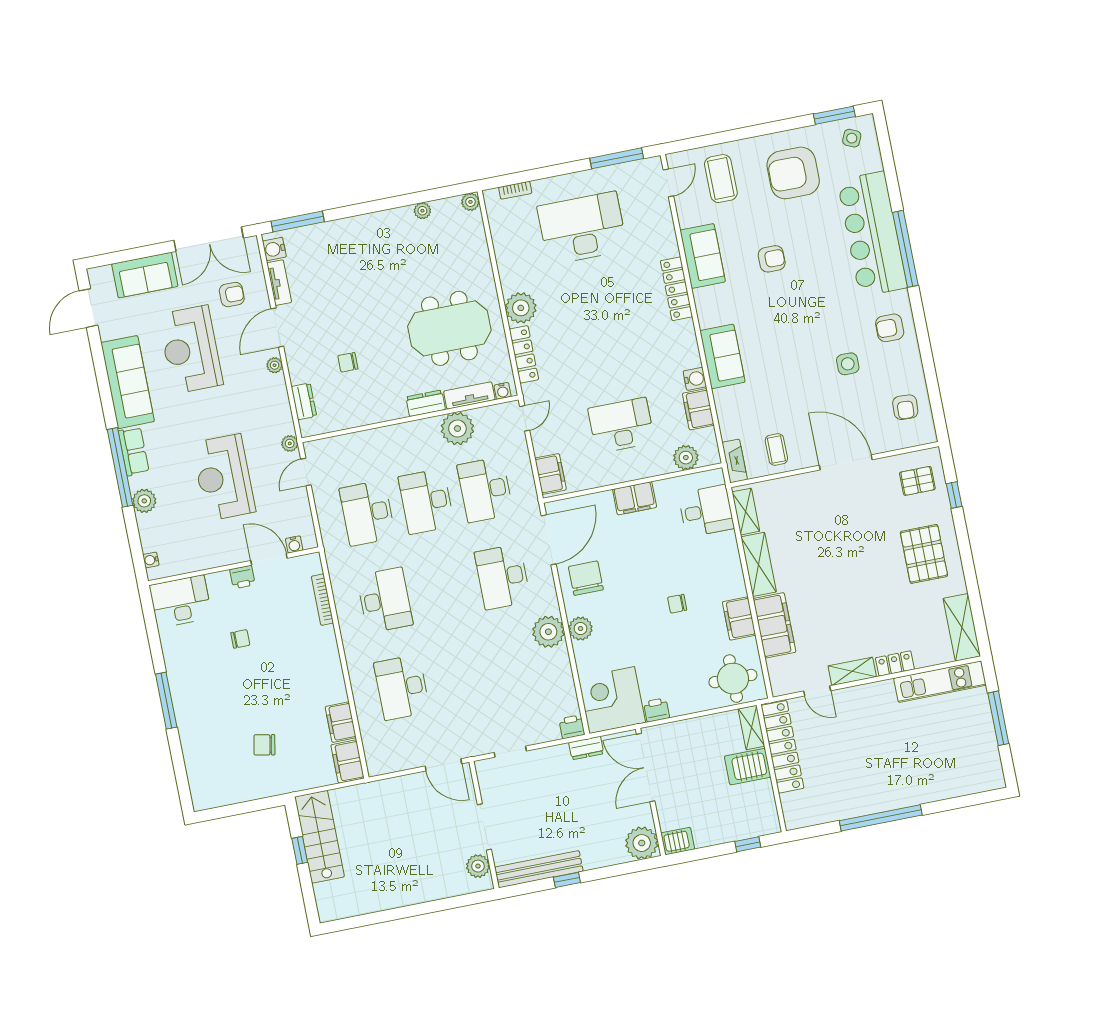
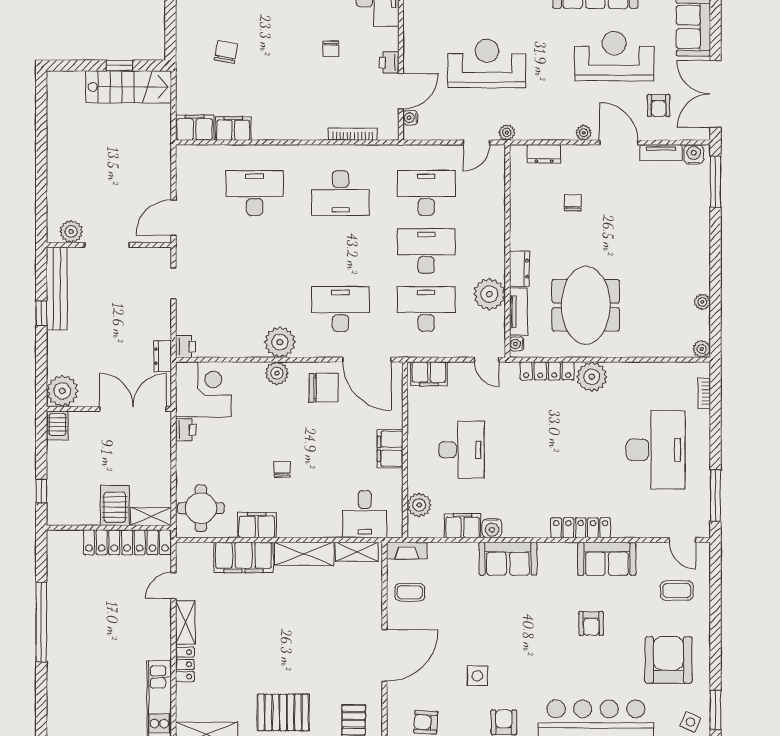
coffee table: (721, 179) -> (677, 590), width x0.73, depth x0.77
door: (306, 472) -> (477, 142), swing flipped

